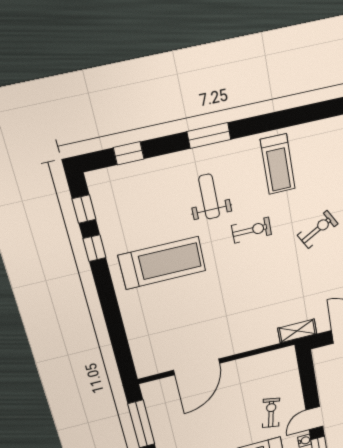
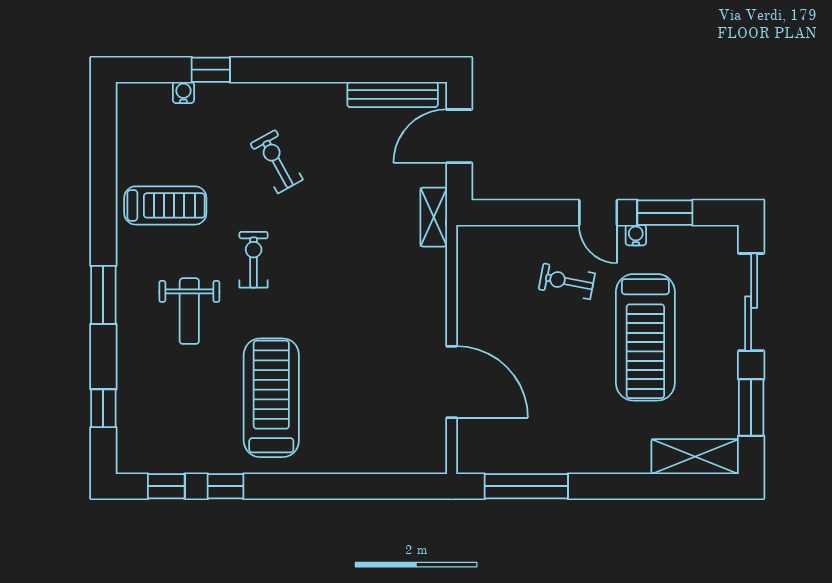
weight bench: (209, 197) -> (189, 311), turned -90

